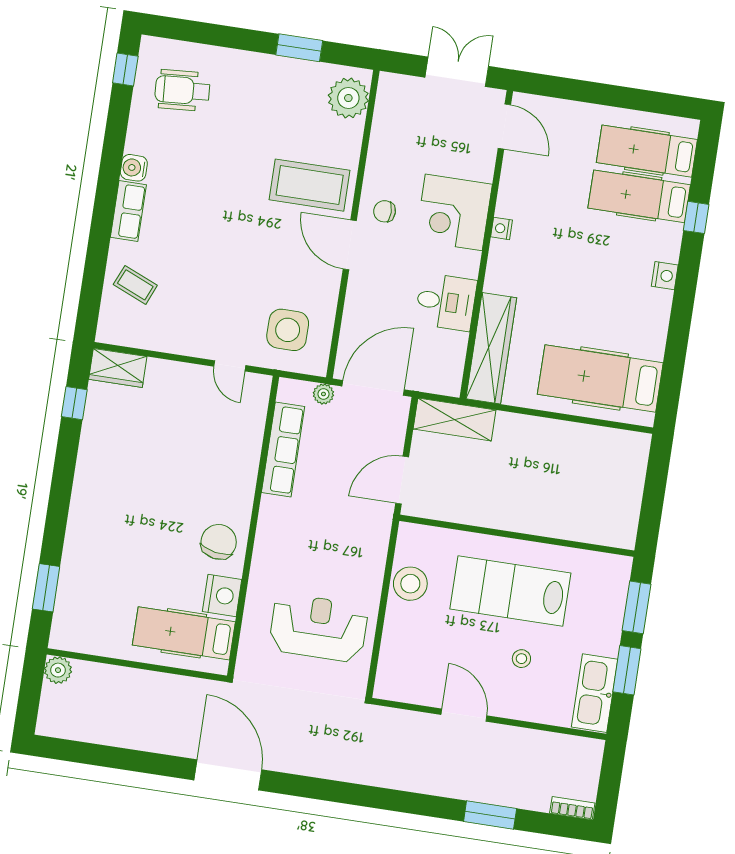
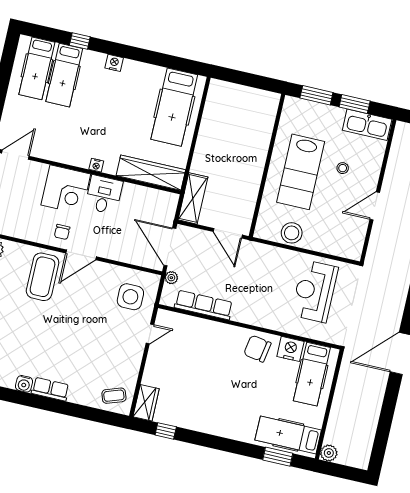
nightstand: (502, 228) -> (96, 165), moved
coffee table: (135, 285) -> (114, 396), moved, turned 48
desk: (446, 302) -> (104, 195), moved
hospital bed: (82, 602) -> (288, 435), added

